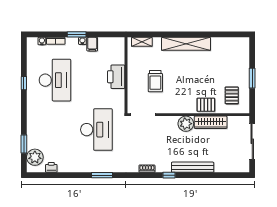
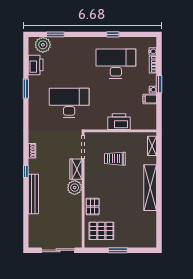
desk: (55, 80) -> (116, 64), turned 180
pallet: (232, 95) -> (101, 231), width x1.50, depth x1.42
wardrobe: (211, 122) -> (76, 169), moved, width x0.67
desk: (96, 130) -> (69, 103), turned 180
printer: (51, 167) -> (36, 65), width x1.87, depth x1.48
window: (102, 175) -> (26, 89), moved

